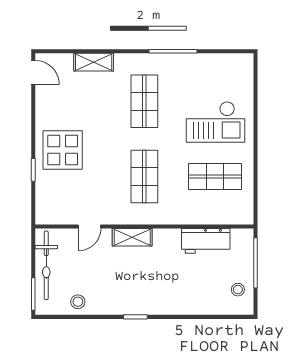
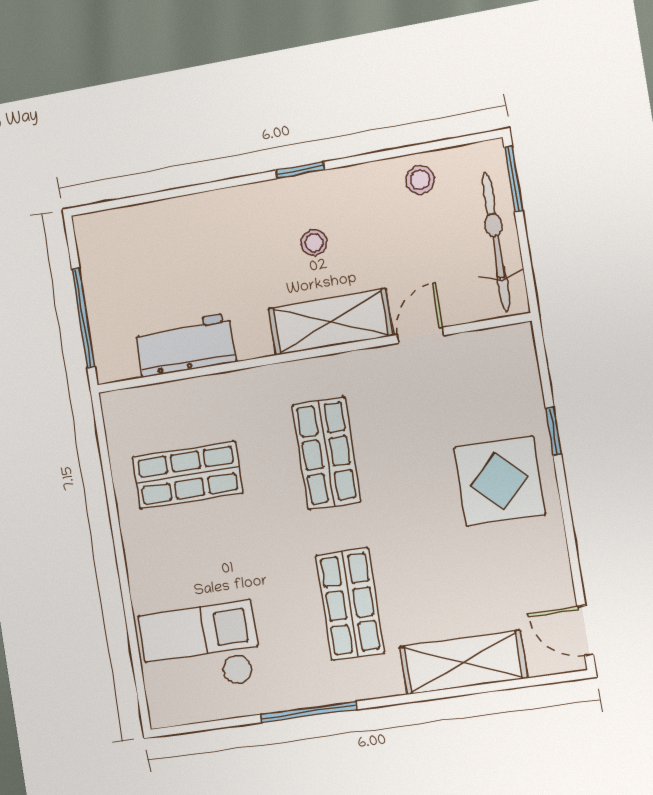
shelving: (94, 62) -> (463, 662), width x1.50, depth x1.33
checkout: (215, 122) -> (200, 648), moved
shelving: (132, 237) -> (331, 322), width x1.50, depth x1.33
stool: (238, 290) -> (314, 243), moved

